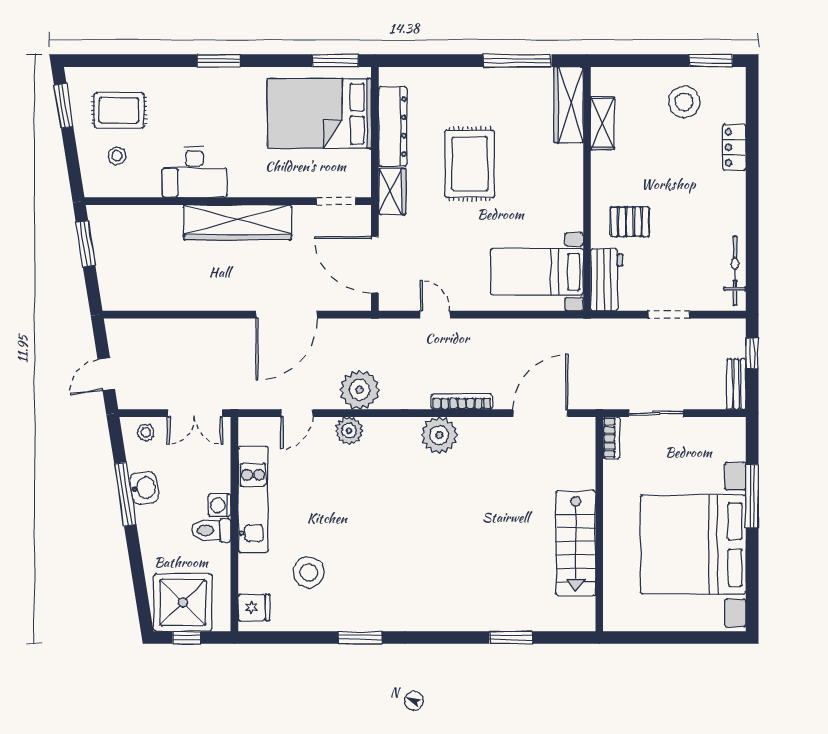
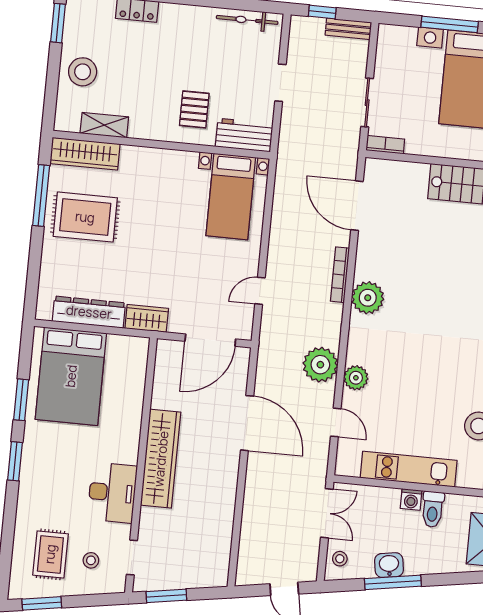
window: (335, 61) -> (21, 400), moved
stool: (684, 102) -> (83, 72), moved
rug: (470, 164) -> (85, 217), moved
doorway: (336, 201) -> (132, 558), moved

